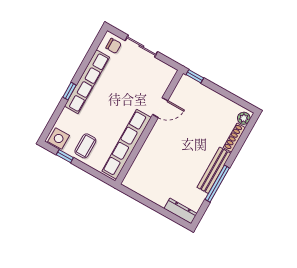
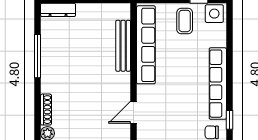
window: (70, 91) -> (230, 120), moved
door: (160, 108) -> (134, 112), moved
bench: (214, 170) -> (123, 46), moved

